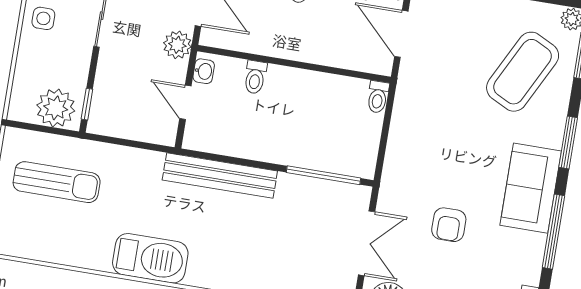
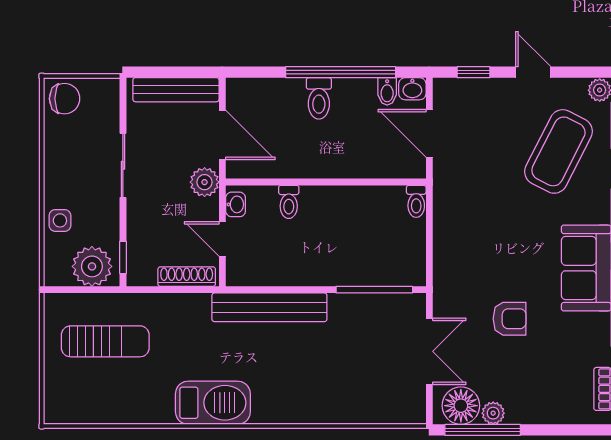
side table: (43, 18) -> (60, 220), moved
shoe rack: (145, 133) -> (187, 277), added
armchair: (449, 225) -> (509, 319), turned -90

